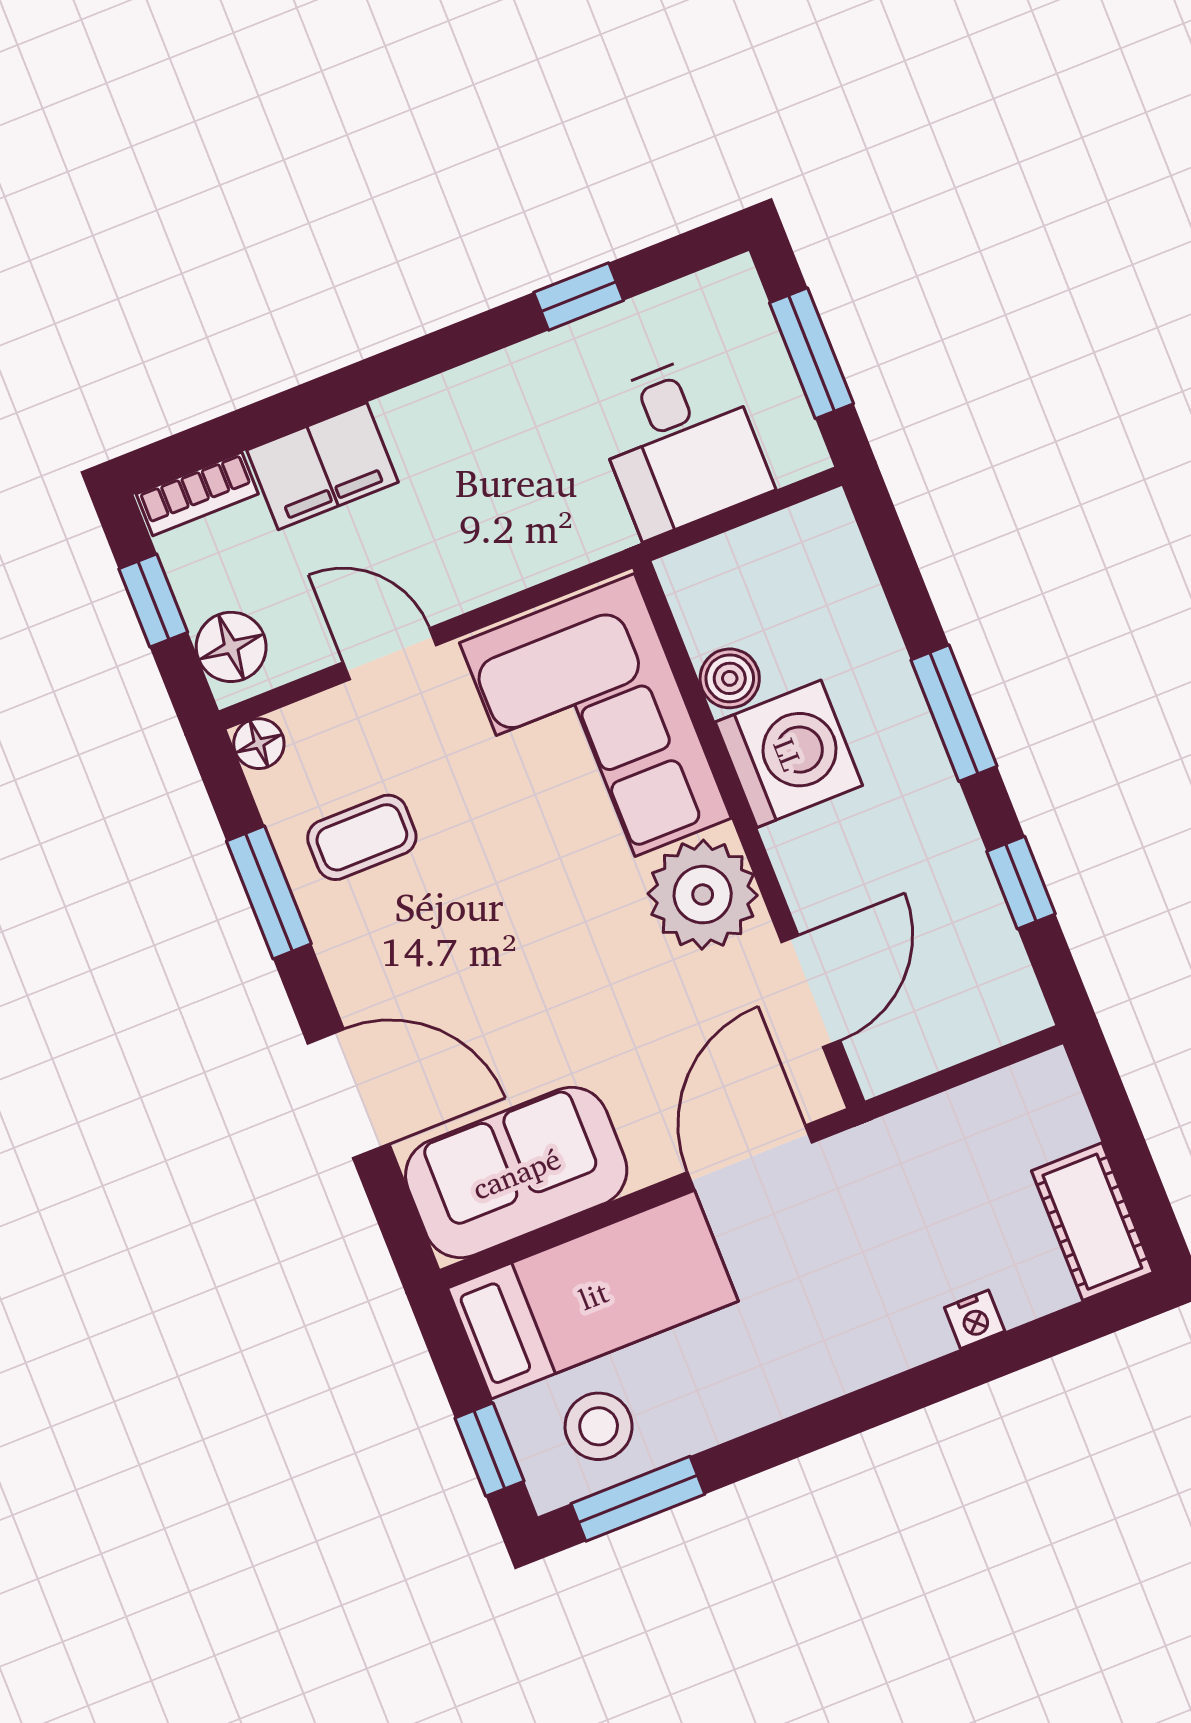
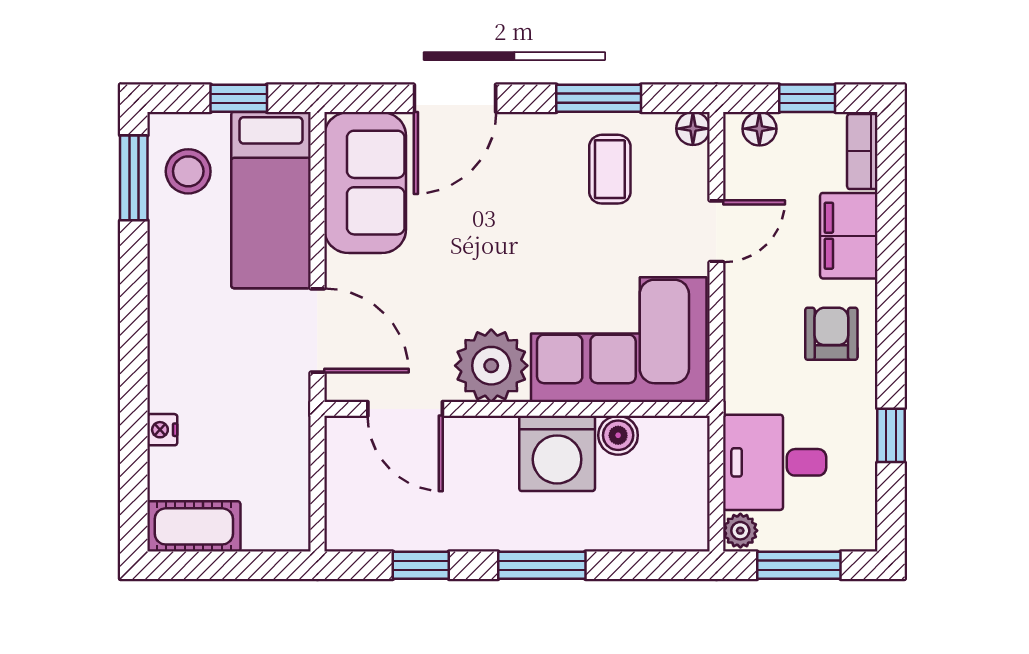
armchair: (469, 436) -> (831, 334), added
plant: (796, 455) -> (740, 531), added
floor lamp: (231, 647) -> (759, 129), width x0.73, depth x0.73
window: (489, 1450) -> (239, 98), moved

